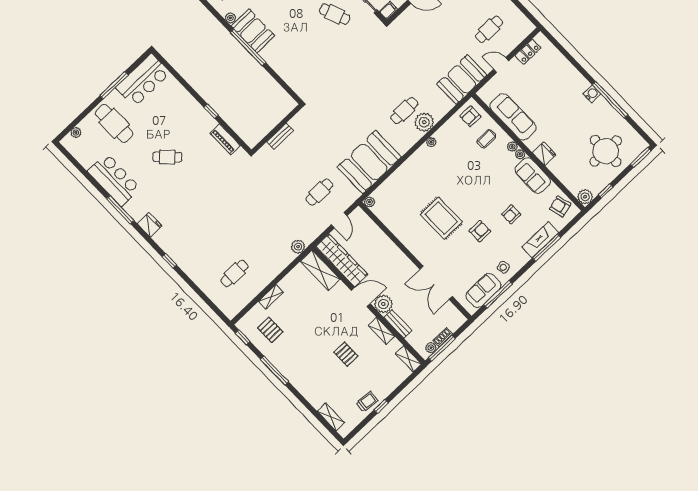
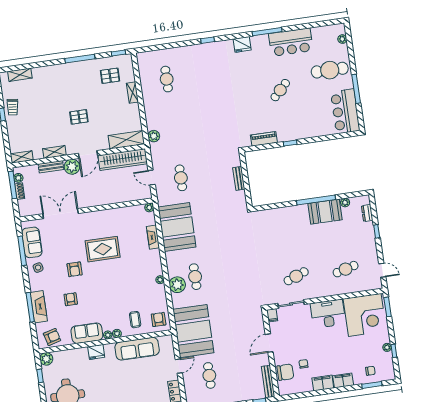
booth: (462, 79) -> (193, 331), width x1.36, depth x1.42
fireplace: (395, 178) -> (153, 237), added
pallet: (346, 354) -> (79, 117), moved

